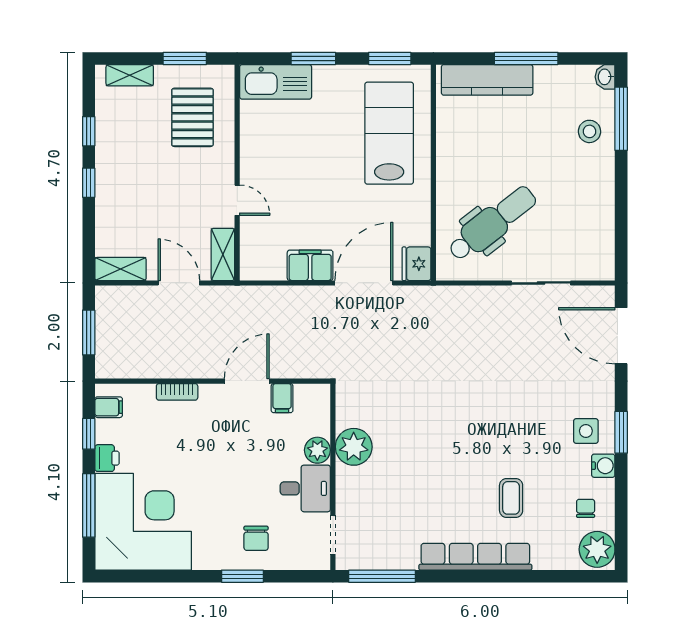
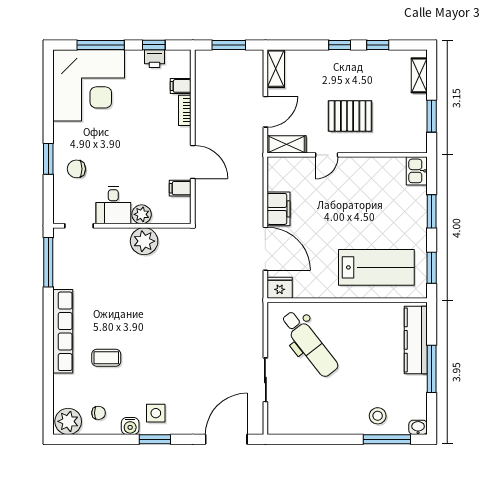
kitchen sink: (276, 82) -> (417, 171), width x0.53, depth x0.81
pallet: (192, 117) -> (350, 116), moved
filing cabinet: (109, 407) -> (181, 86), moved, turned 90
printer: (107, 458) -> (154, 59), moved

